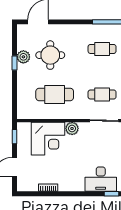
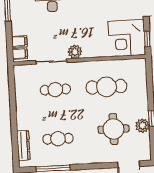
plant: (72, 129) -> (75, 52), moved
corner desk: (48, 139) -> (127, 38), moved, turned -90

